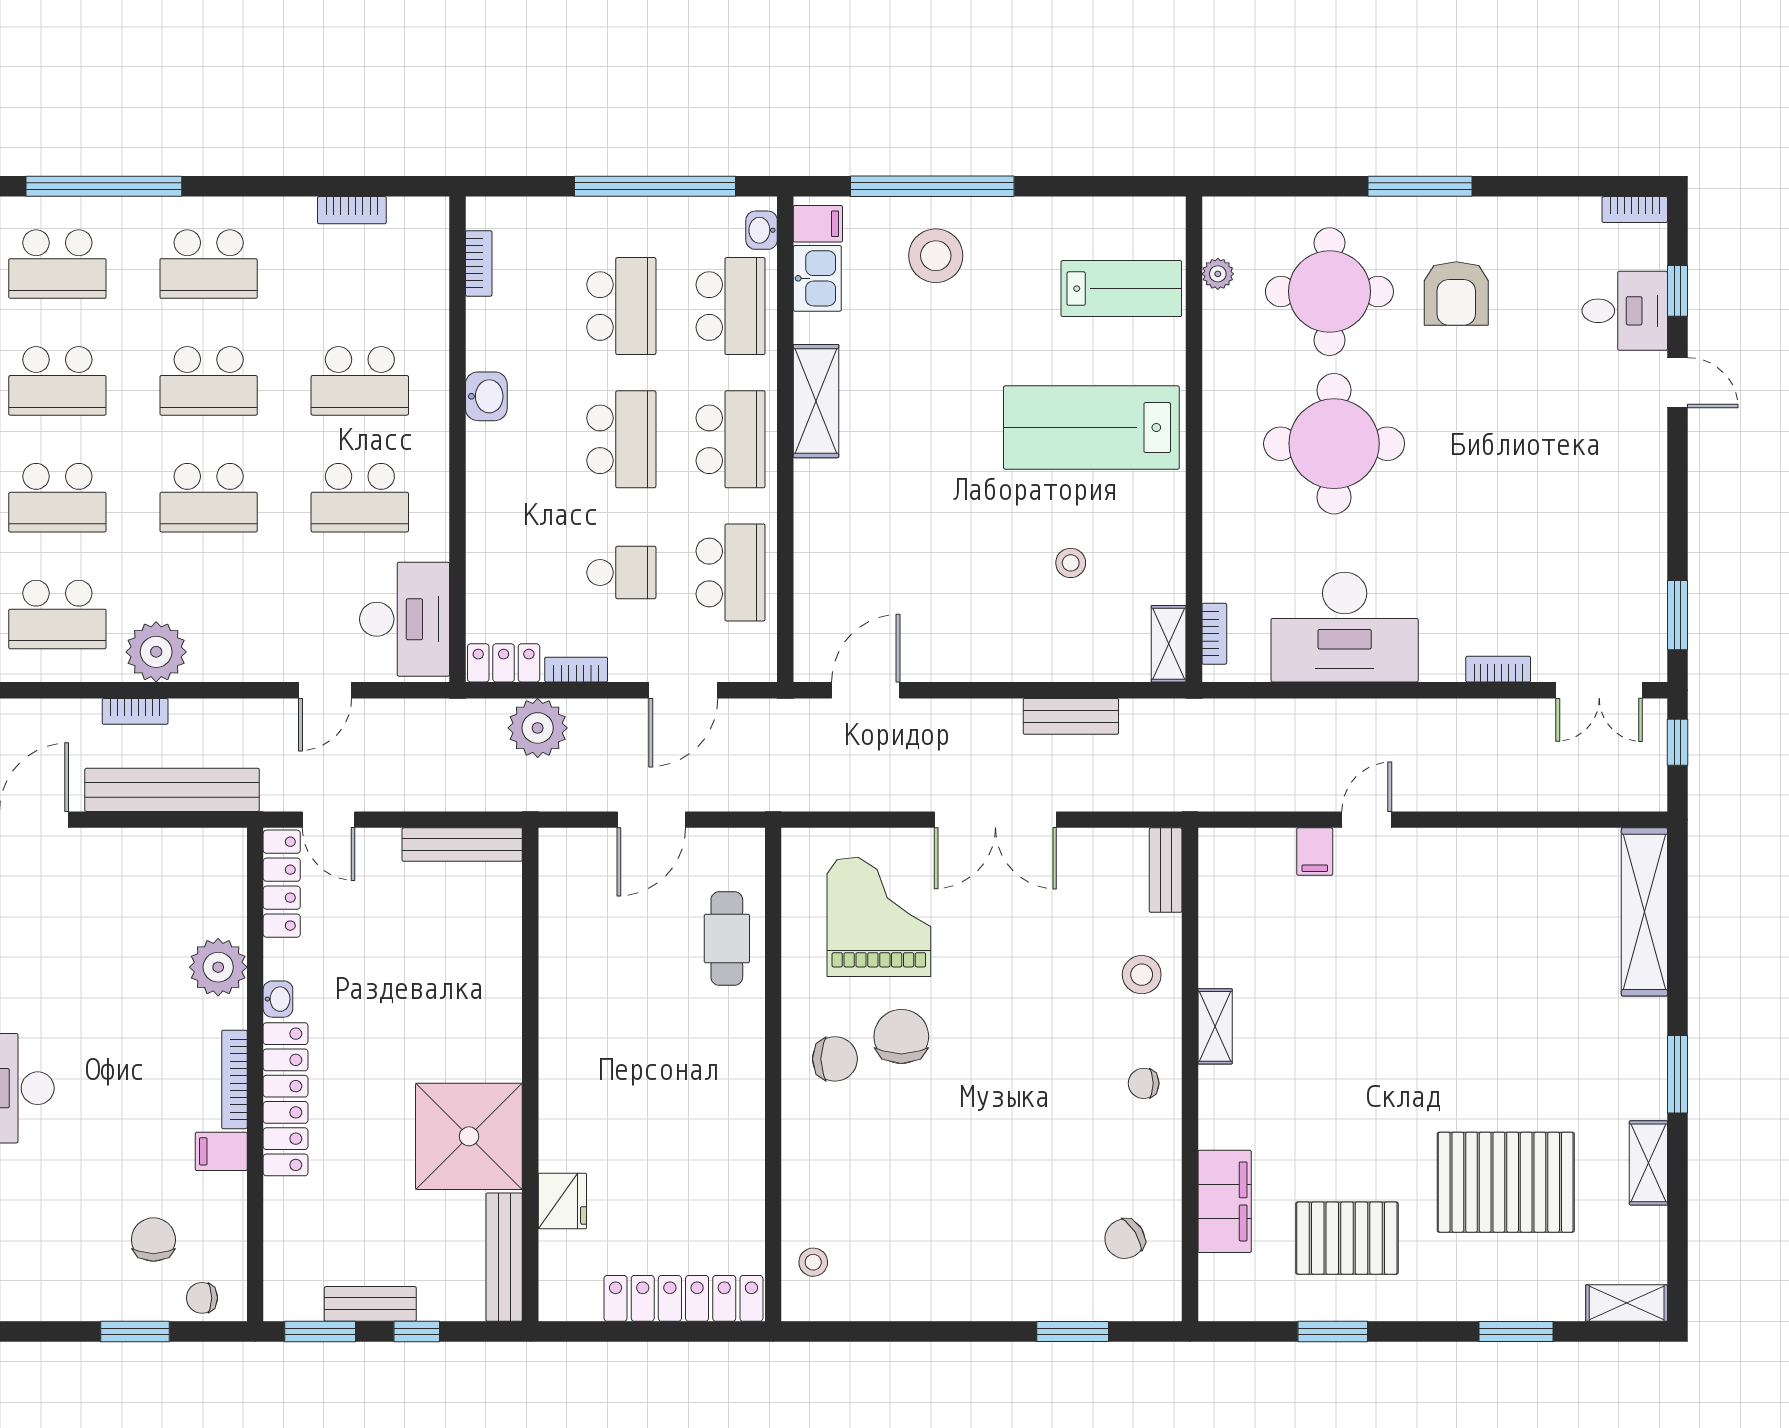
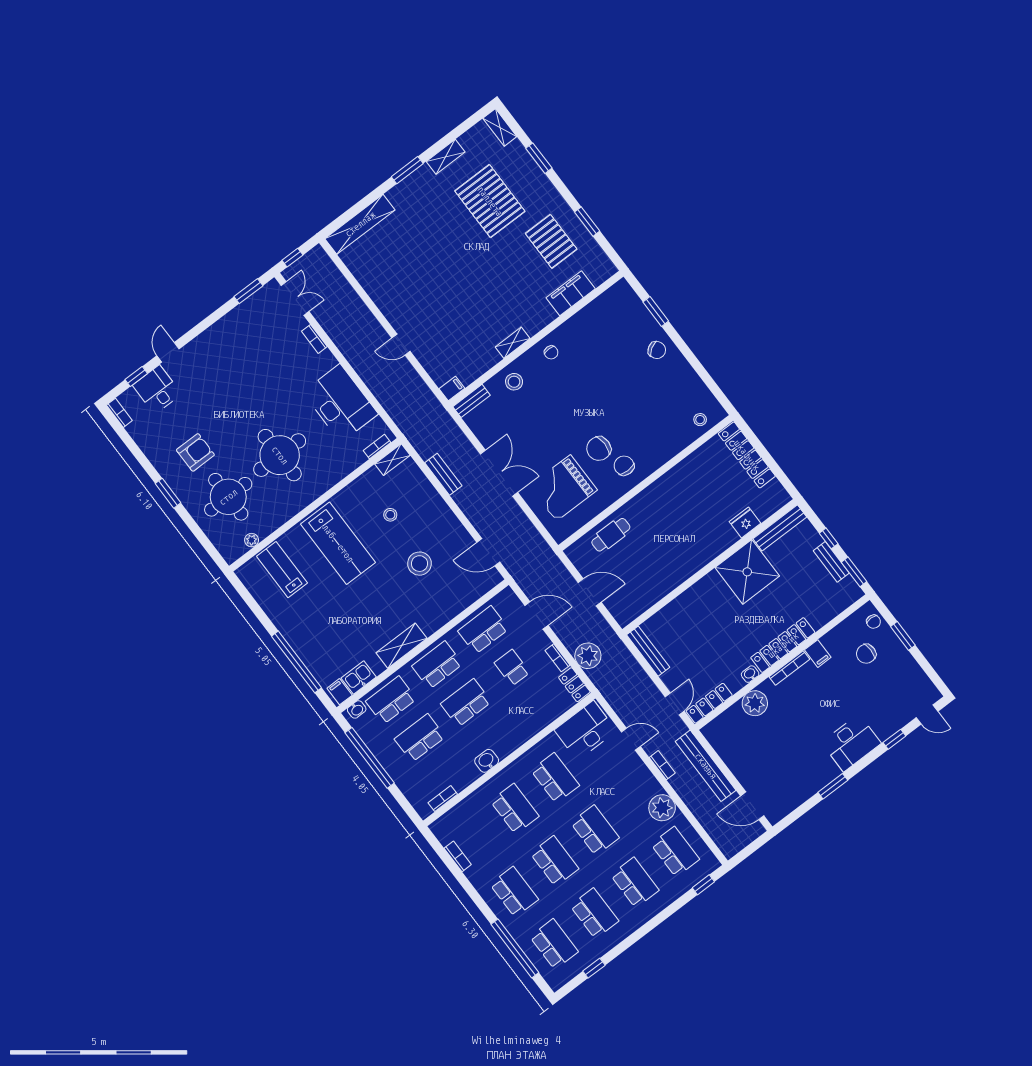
window: (1420, 186) -> (168, 493), width x0.69
stool: (936, 256) -> (420, 564), moved
bookcase: (135, 711) -> (662, 765), moved
filing cabinet: (1315, 852) -> (452, 389), moved
chair: (1125, 1239) -> (657, 350), moved

